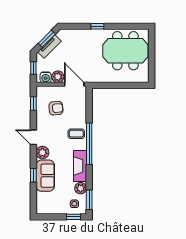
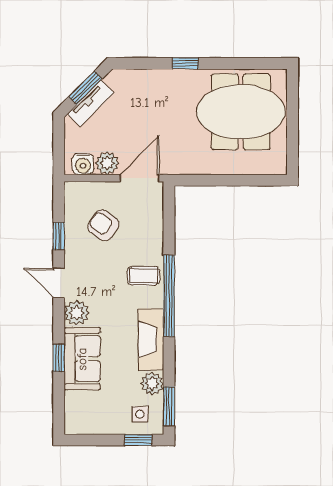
window: (33, 68) -> (59, 146), removed
door: (74, 84) -> (140, 178), hinge flipped
window: (33, 103) -> (59, 236), moved
armchair: (56, 108) -> (103, 225), turned -140

